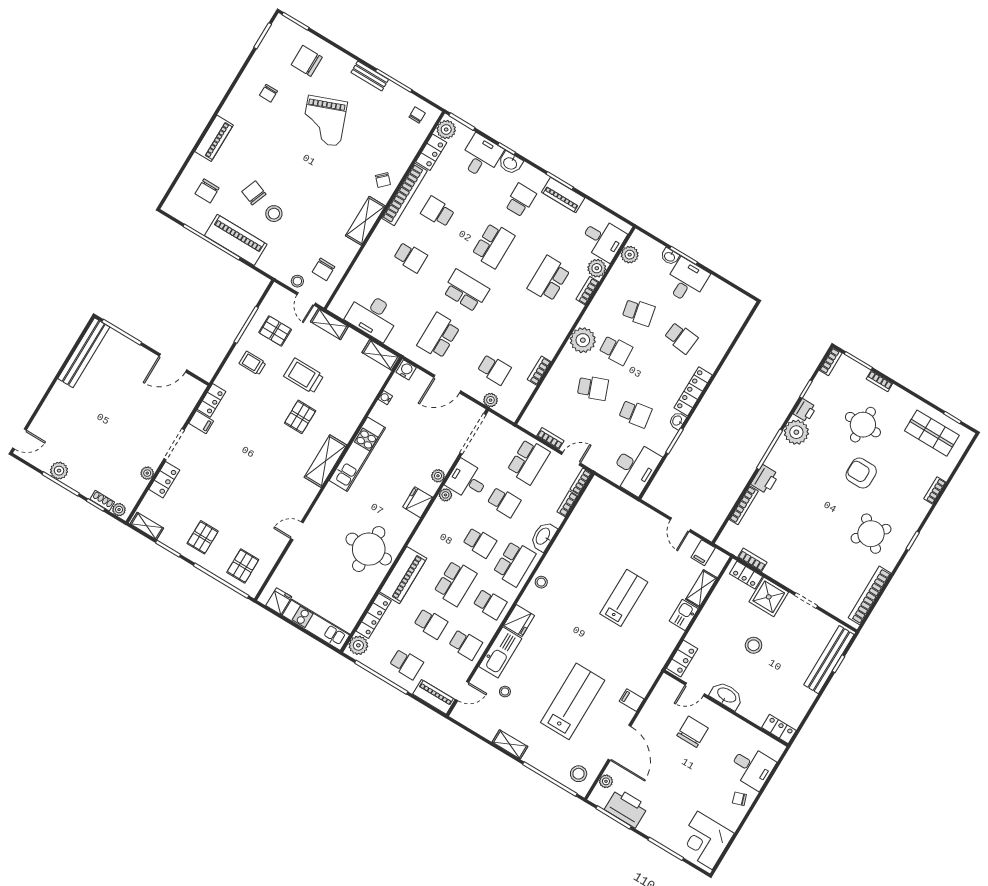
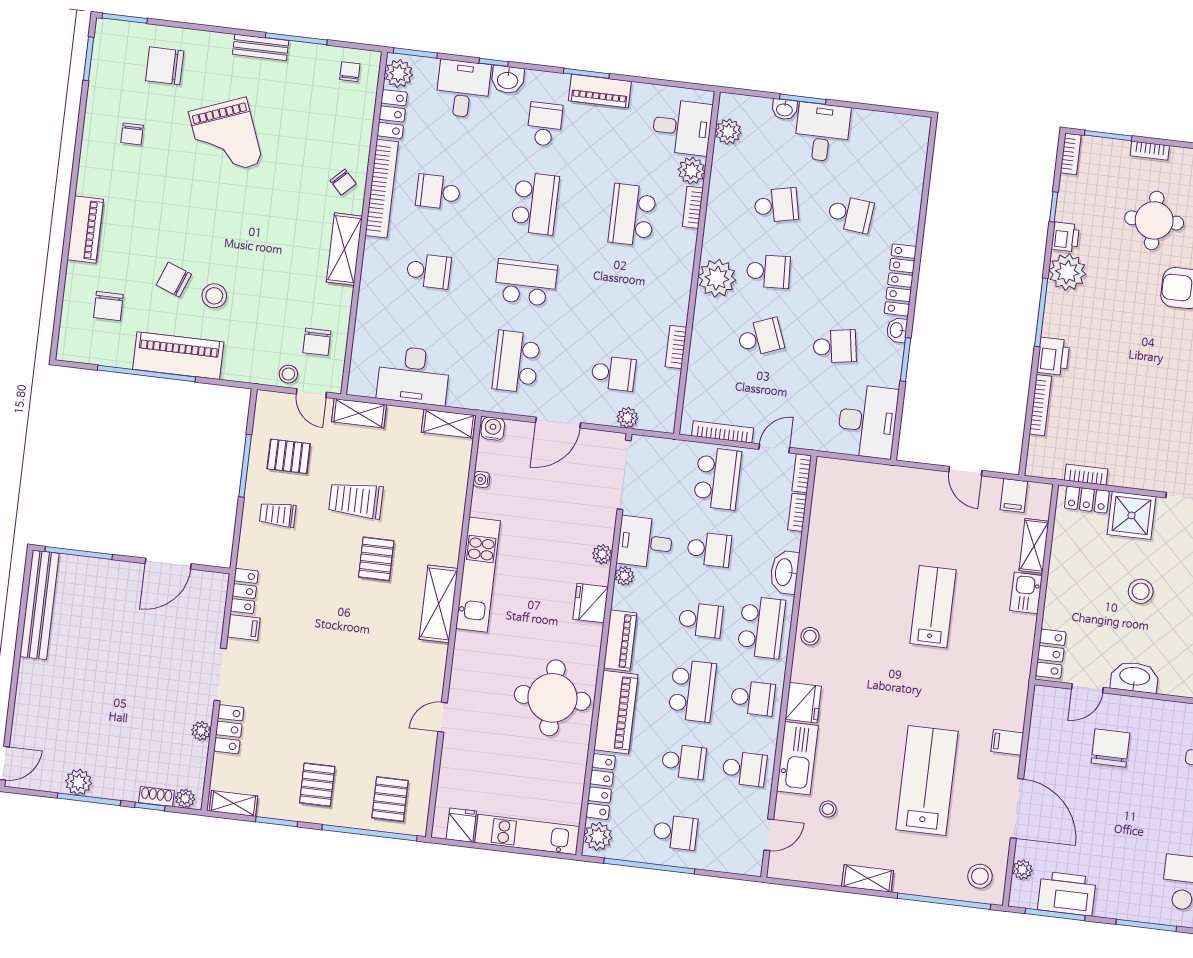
bookcase: (550, 438) -> (723, 432), width x1.56
piano: (434, 697) -> (620, 641), moved, turned 90

